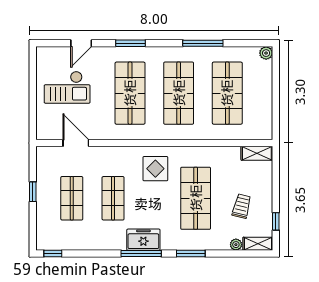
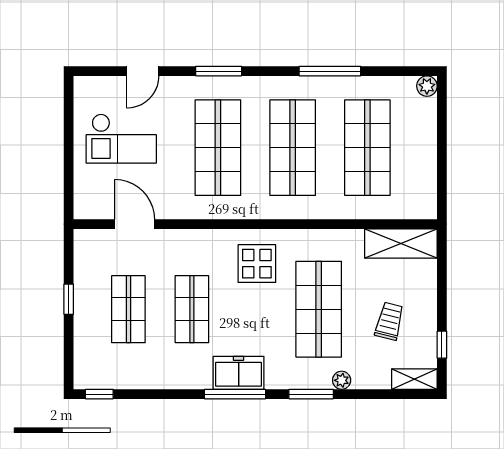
shelving: (257, 153) -> (401, 244), width x1.50, depth x1.33
plant: (236, 245) -> (342, 380), moved

